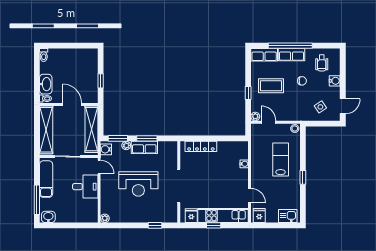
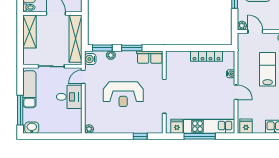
shelving: (46, 130) -> (30, 31), width x0.68
locker: (201, 146) -> (207, 56), moved
row of seats: (144, 147) -> (150, 57), moved
door: (99, 167) -> (83, 77), swing flipped
door: (250, 196) -> (236, 92), moved
window: (214, 225) -> (200, 136), width x2.17

